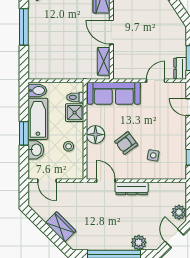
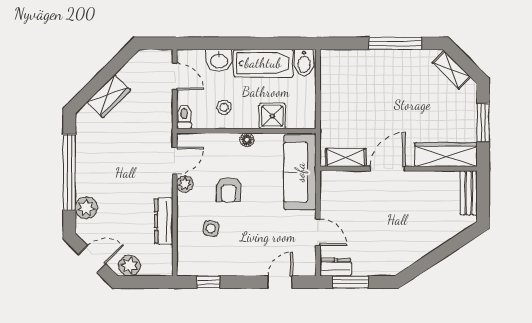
toilet: (75, 97) -> (184, 117), moved
window: (24, 133) -> (242, 43), removed
floor lamp: (95, 135) -> (247, 140), width x0.53, depth x0.53
armchair: (126, 143) -> (229, 190), turned -143
plant: (122, 174) -> (185, 184), added
door: (47, 181) -> (175, 76), swing flipped
dresser: (132, 188) -> (164, 221), moved

